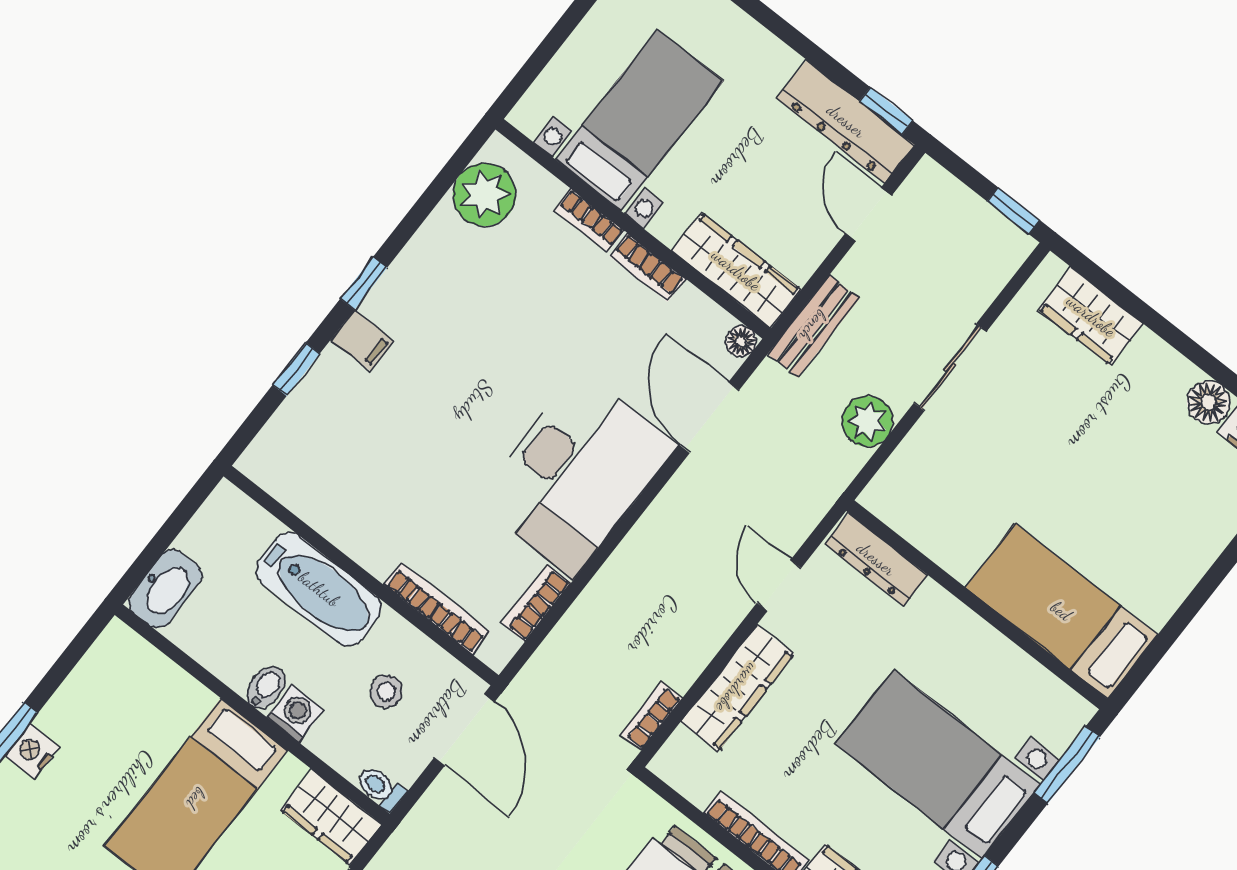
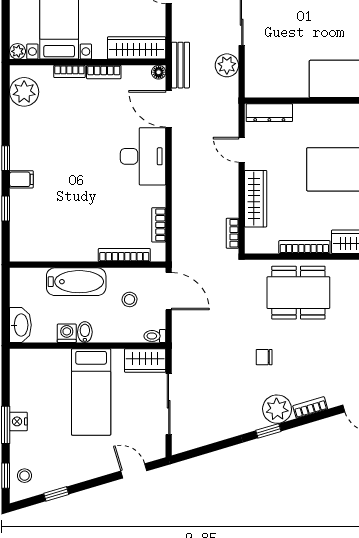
plant: (528, 116) -> (18, 51), added
bench: (813, 326) -> (180, 65), moved
desk: (576, 473) -> (143, 156), width x0.73, depth x0.77
washing machine: (295, 714) -> (67, 333), moved

